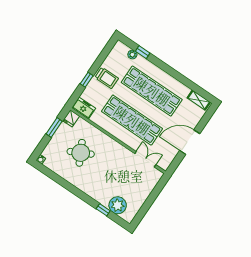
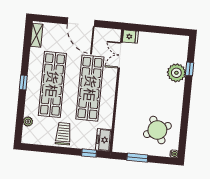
window: (143, 52) -> (23, 83), moved
window: (87, 80) -> (89, 153), moved
fridge: (71, 118) -> (130, 37), moved
round table: (81, 153) -> (157, 130), moved
plant: (118, 205) -> (176, 73), moved

